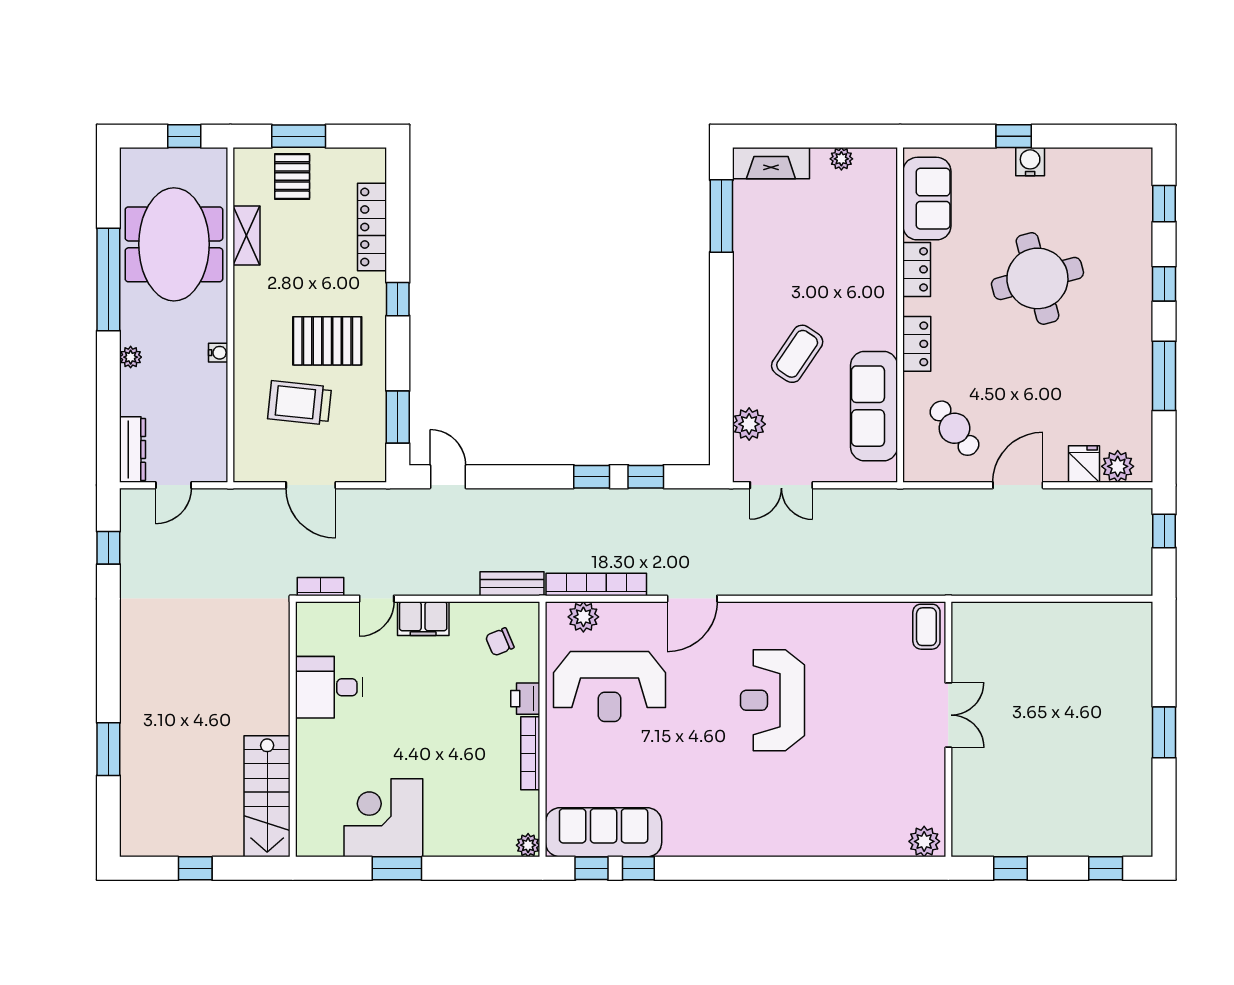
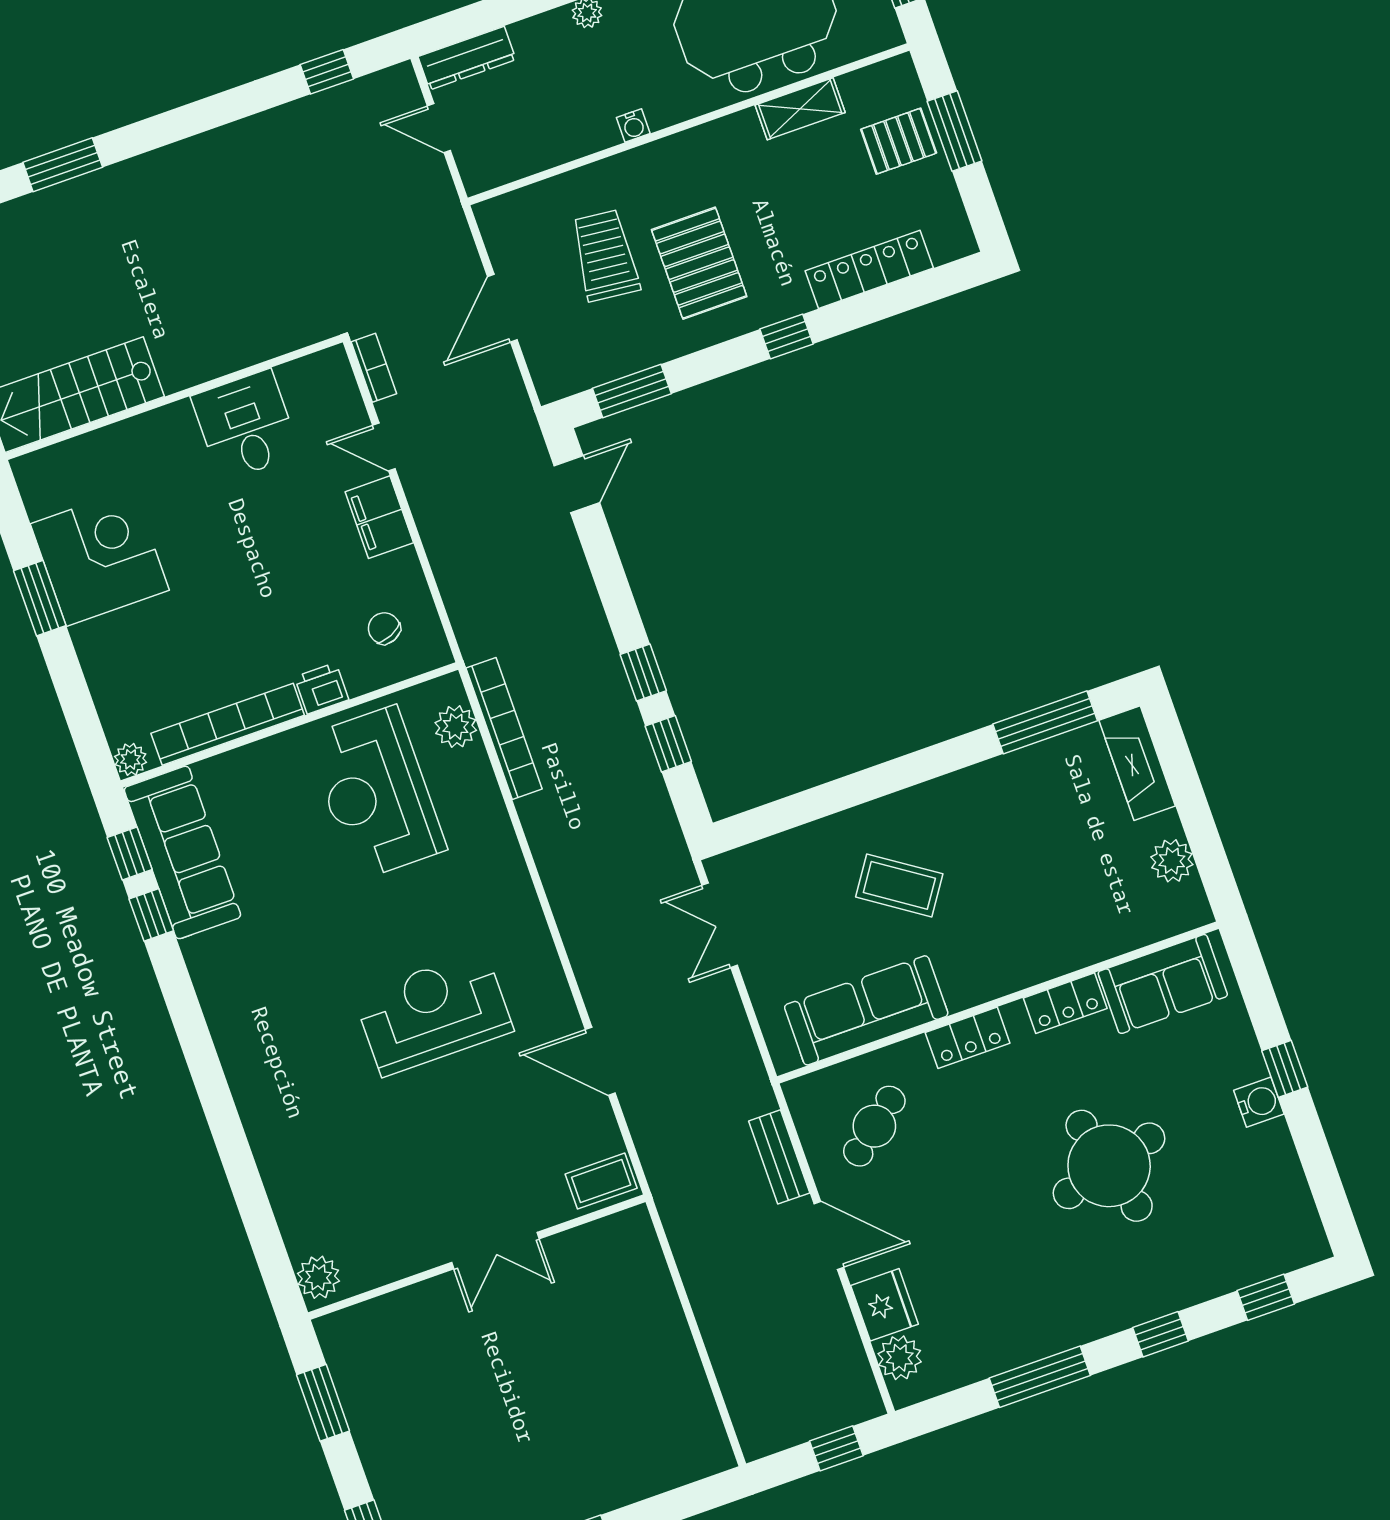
plant: (841, 159) -> (1172, 861), width x1.38, depth x1.38
plant: (749, 424) -> (785, 855), removed
fridge: (1084, 464) -> (885, 1305), width x1.38
bench: (512, 584) -> (779, 1157), moved
door: (692, 599) -> (600, 1061), moved
bookcase: (530, 753) -> (228, 724), width x1.48, depth x1.31
window: (1010, 868) -> (323, 1403), width x1.50

